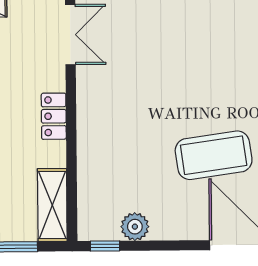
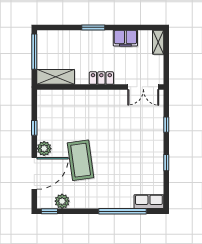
plant: (135, 227) -> (44, 149), moved
window: (105, 246) -> (34, 128), moved

